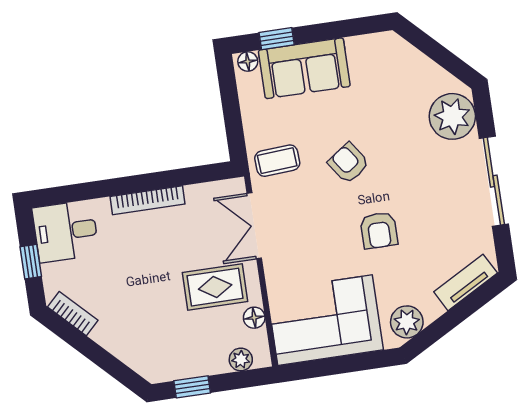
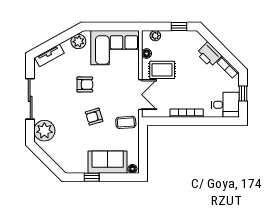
window: (277, 39) -> (92, 177), moved
armchair: (348, 163) -> (94, 117), turned 108
armchair: (379, 230) -> (85, 84), turned 90
printer: (117, 336) -> (209, 54), added

